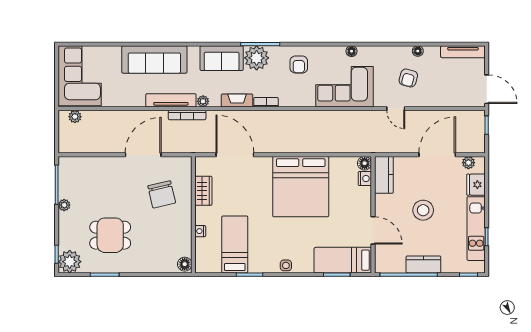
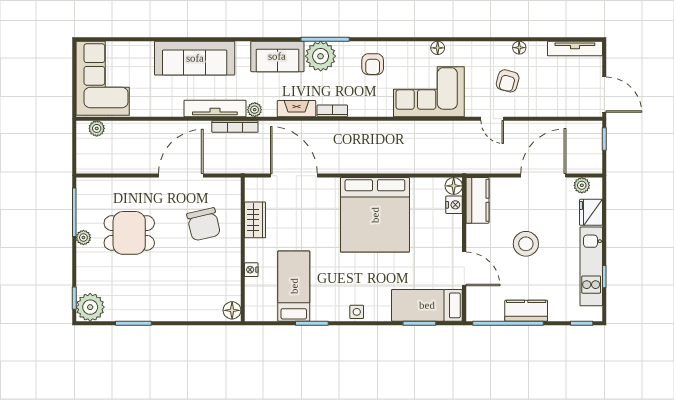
dining table: (110, 235) -> (129, 233), moved

